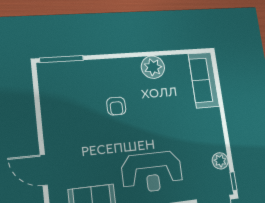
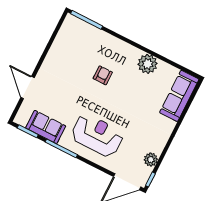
armchair: (116, 106) -> (103, 75), turned 180
reception desk: (152, 172) -> (97, 135), turned 180

